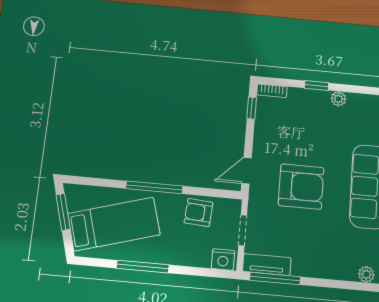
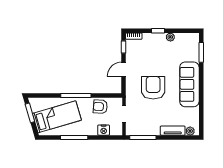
door: (246, 171) -> (124, 69), moved
armchair: (301, 186) -> (153, 88), turned -90
nightstand: (223, 260) -> (104, 130), moved
tv unit: (267, 264) -> (173, 131), moved

